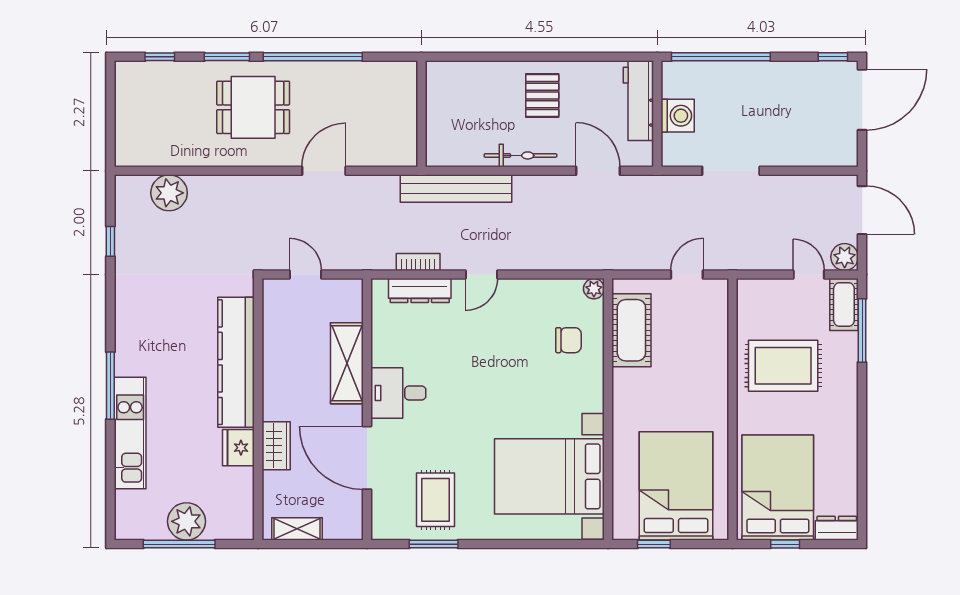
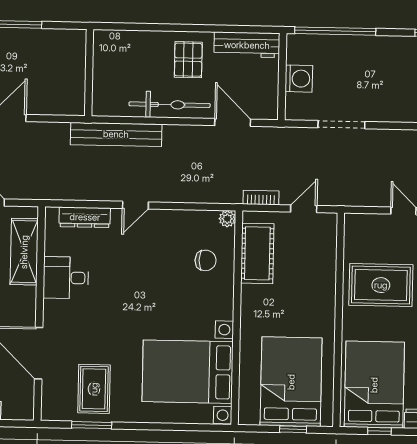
workbench: (638, 101) -> (247, 45), moved, turned -90
bicycle: (520, 155) -> (170, 105), width x1.37, depth x1.40
bookcase: (418, 262) -> (261, 198), moved
shelving: (347, 363) -> (24, 252), moved
desk: (398, 393) -> (66, 278), moved
window: (654, 544) -> (293, 429), moved

